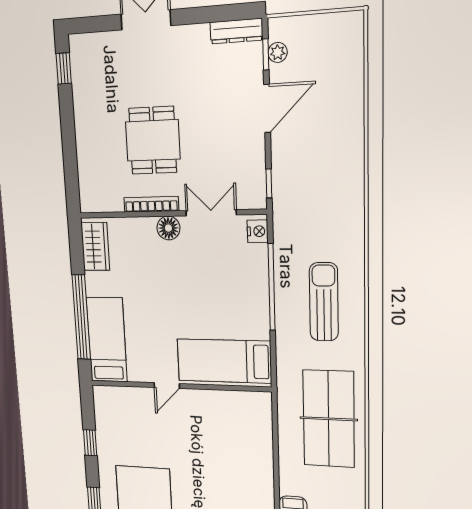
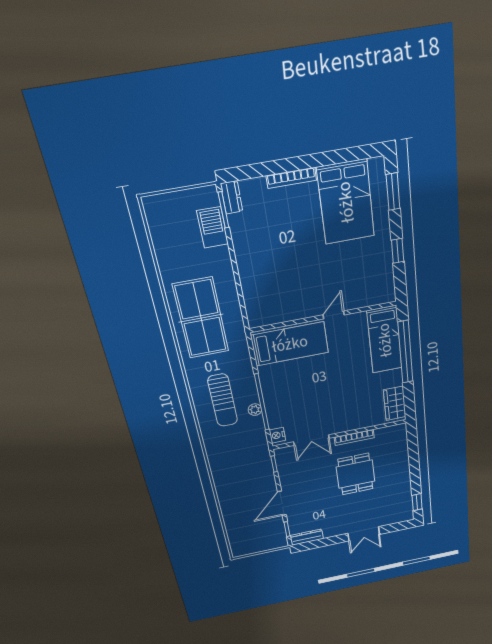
plant: (278, 52) -> (255, 410), moved
floor lamp: (168, 228) -> (341, 425), removed

